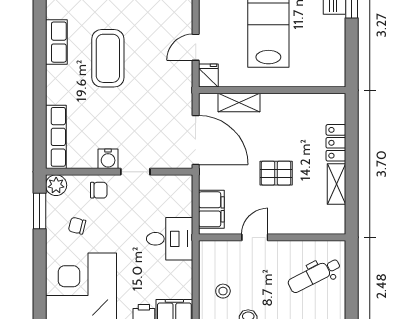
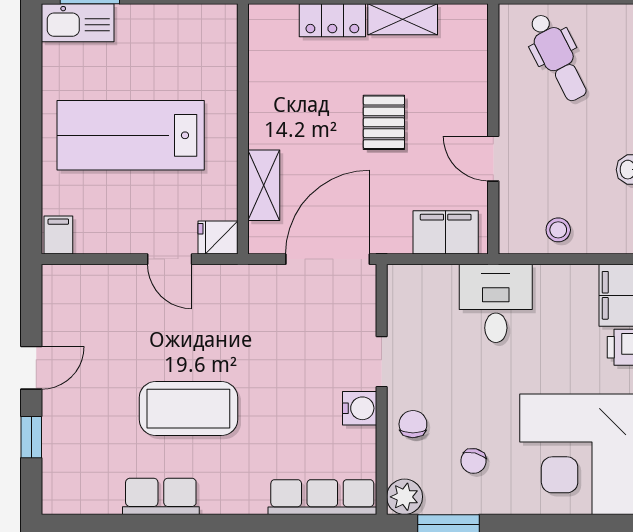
stool: (223, 291) -> (558, 230), moved

